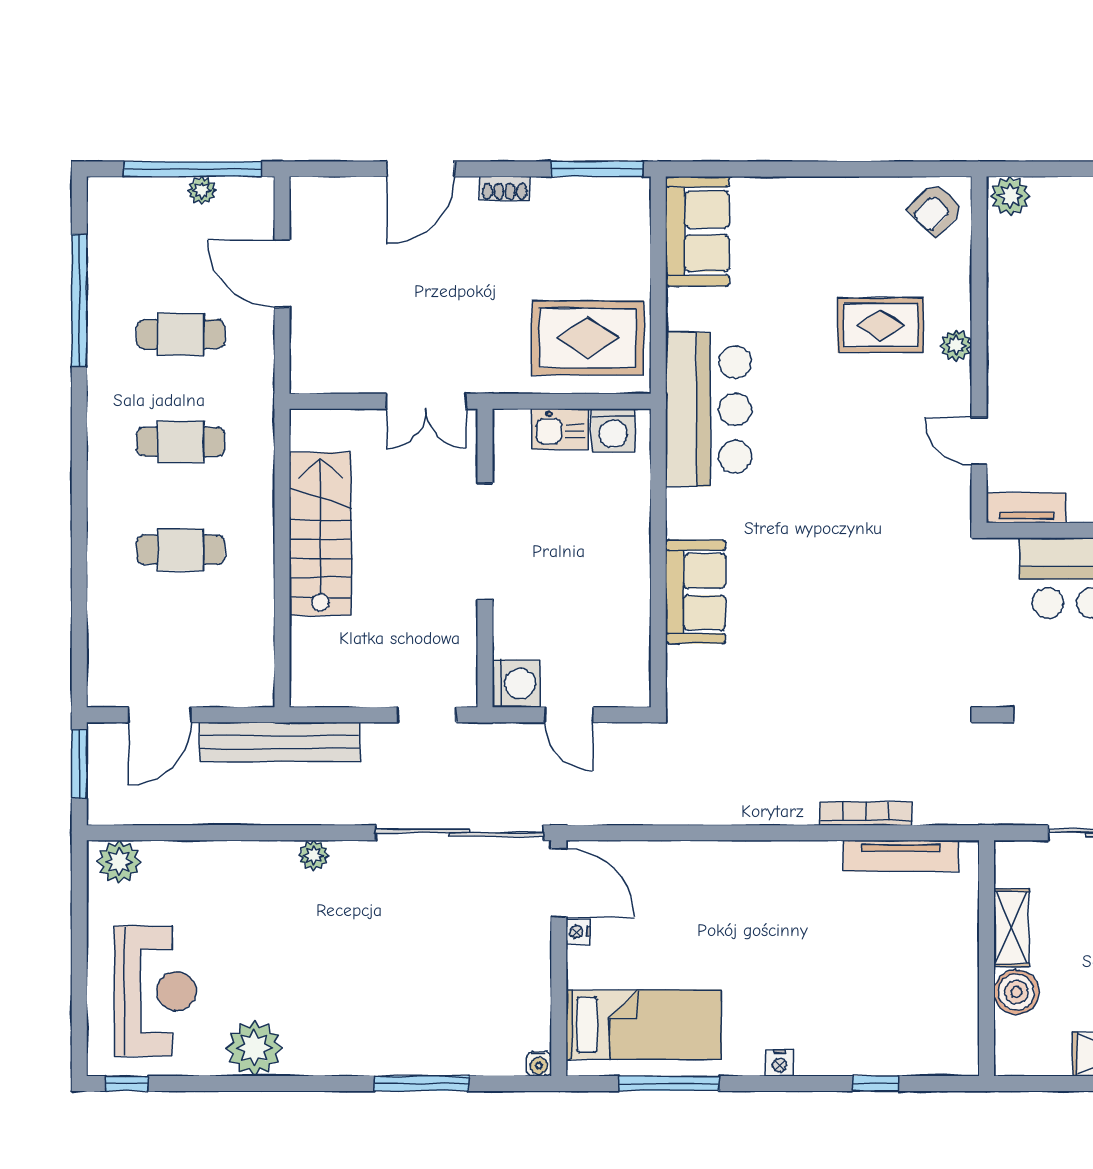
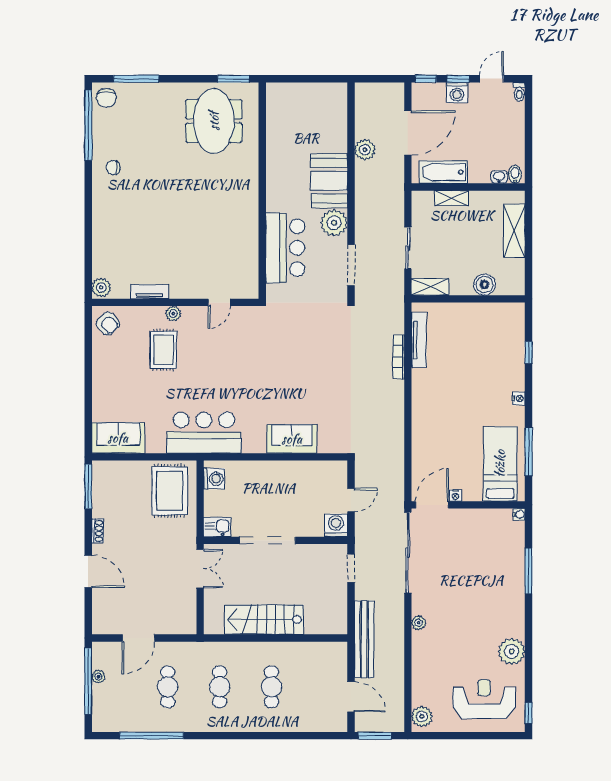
kitchen sink: (560, 429) -> (217, 527), moved, turned -90
tv unit: (1026, 508) -> (150, 292), moved, turned 90
shelving: (1011, 928) -> (430, 287), moved

